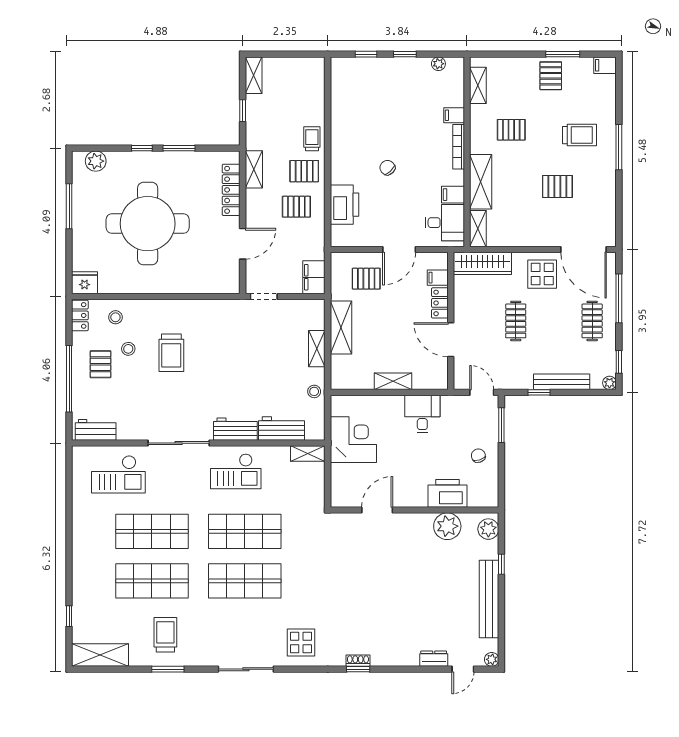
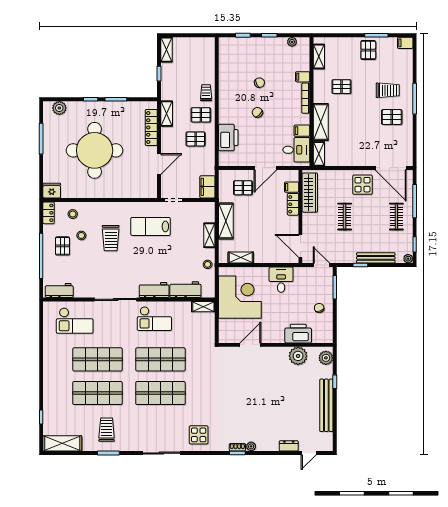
chair: (390, 124) -> (259, 83), added
pallet: (557, 186) -> (392, 117), moved
wardrobe: (482, 263) -> (310, 193), moved, turned -90
lab bench: (230, 336) -> (151, 226), added
door: (451, 340) -> (300, 246), moved
shelving: (393, 381) -> (241, 258), moved
corner desk: (353, 440) -> (240, 297), width x1.36, depth x1.36
plant: (492, 659) -> (251, 446), moved

